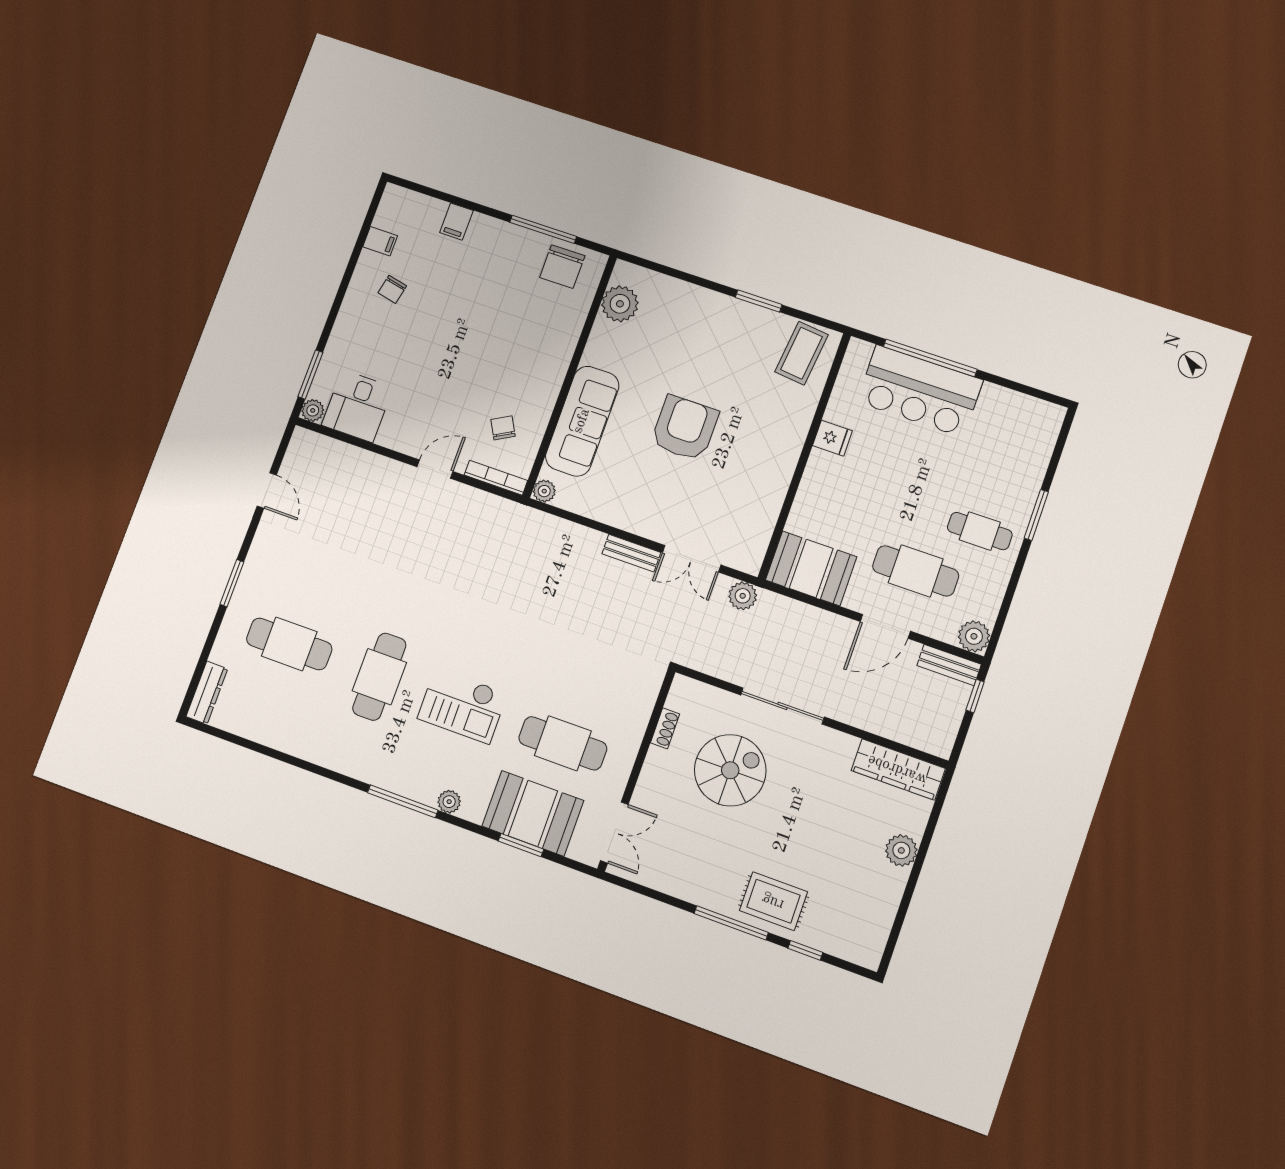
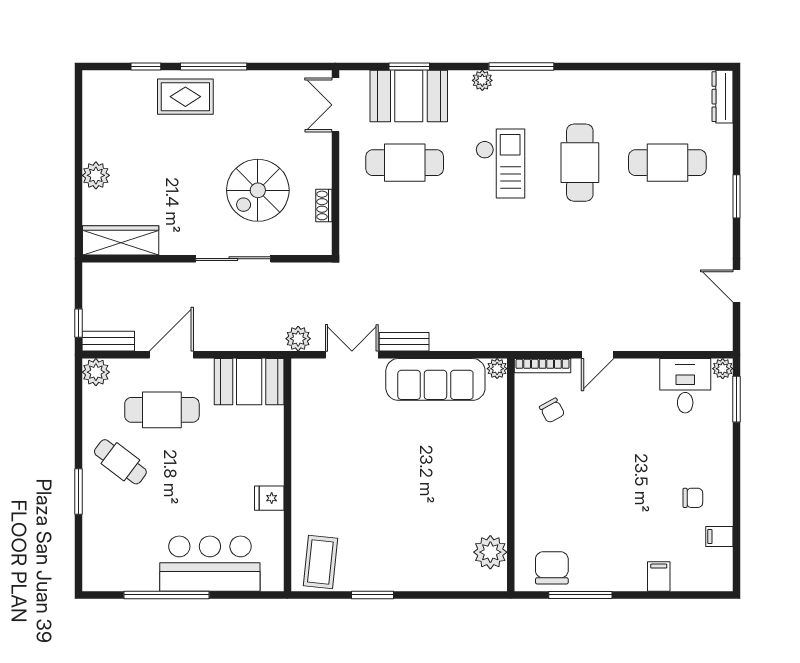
chair: (392, 289) -> (693, 498), turned 78
window: (930, 358) -> (166, 595), moved
sofa: (582, 421) -> (435, 379), moved, turned -90
armchair: (685, 428) -> (397, 464), removed
cafe table: (980, 531) -> (120, 462), turned 37
checkout: (462, 706) -> (500, 164), turned 90

